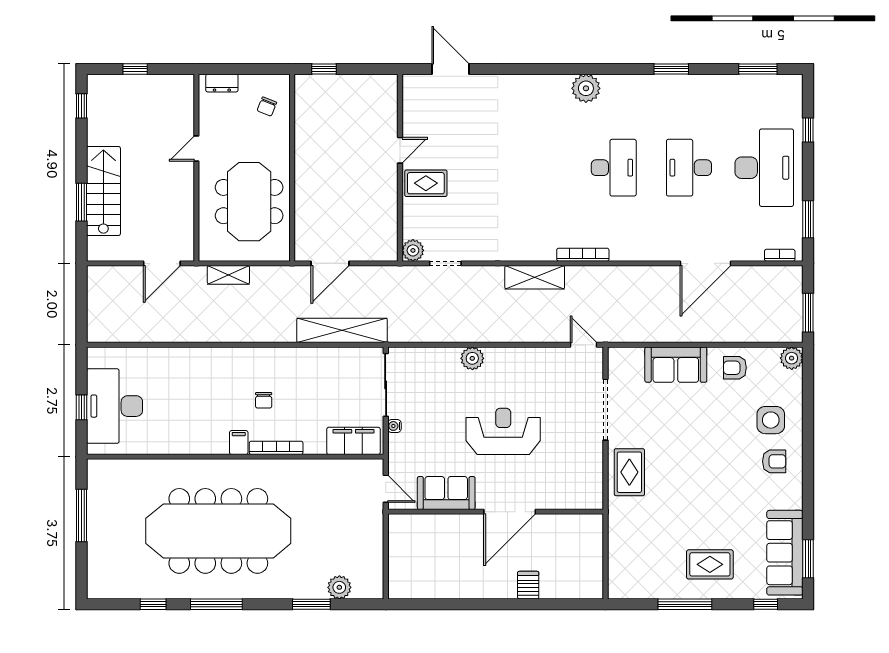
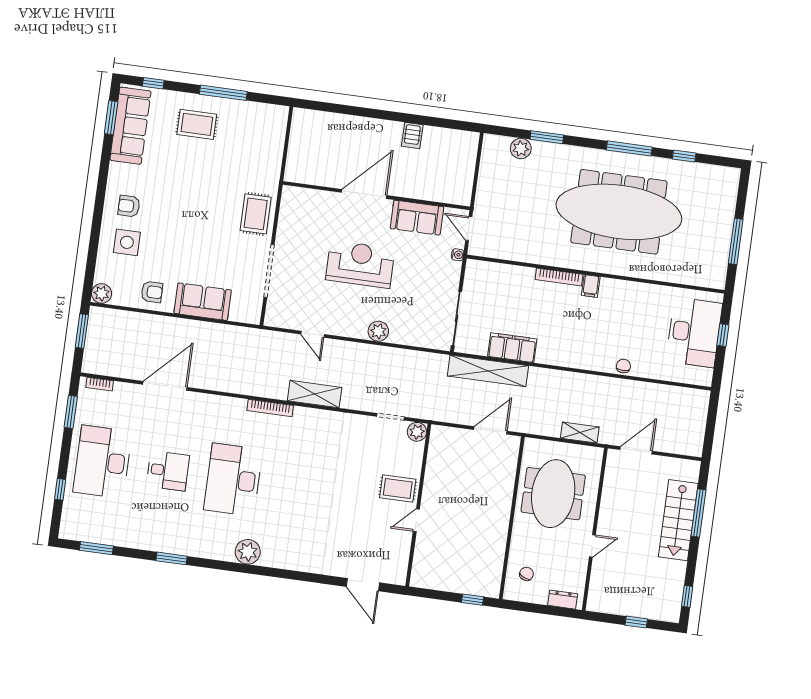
desk: (614, 168) -> (233, 480), width x1.36, depth x1.30
desk: (689, 168) -> (168, 471), width x0.73
window: (81, 202) -> (699, 513), width x1.44
door: (584, 345) -> (312, 334), moved
chair: (264, 400) -> (623, 366), moved
water cooler: (394, 426) -> (458, 255), moved
reception desk: (503, 431) -> (360, 264), turned 180
filing cabinet: (354, 441) -> (512, 348), moved, turned 180
server rack: (528, 585) -> (412, 136), moved

